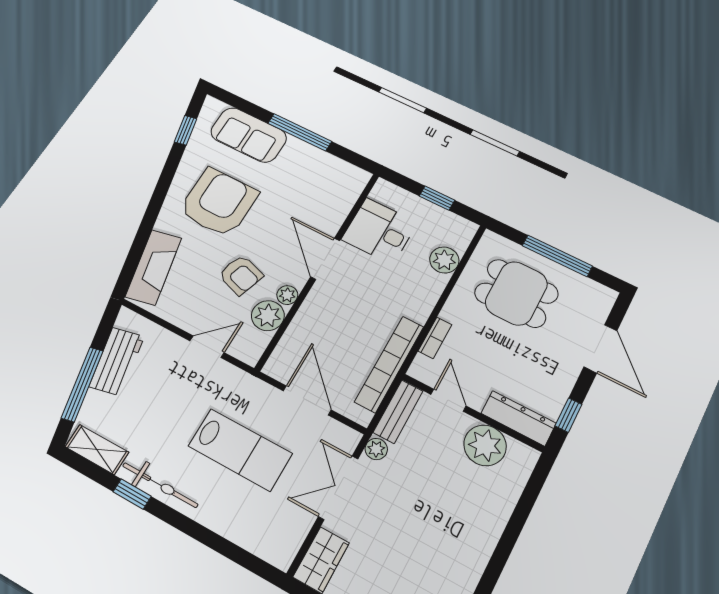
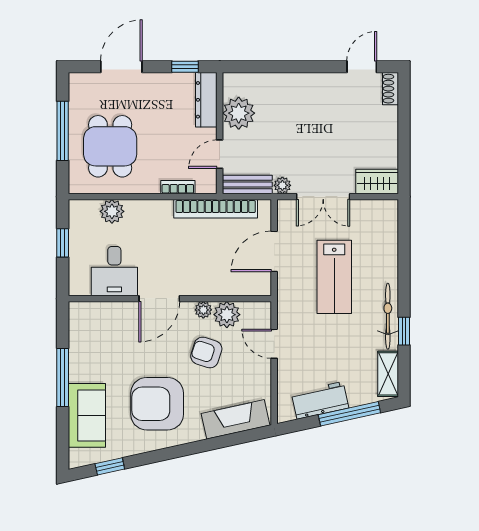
armchair: (241, 275) -> (206, 352), turned -90
lab bench: (240, 450) -> (334, 277), turned 180

